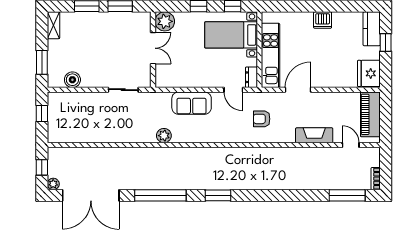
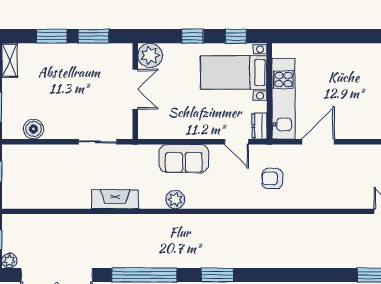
dishwasher: (323, 20) -> (349, 54), removed
fireplace: (314, 135) -> (115, 199), moved
plant: (164, 136) -> (175, 200), moved

